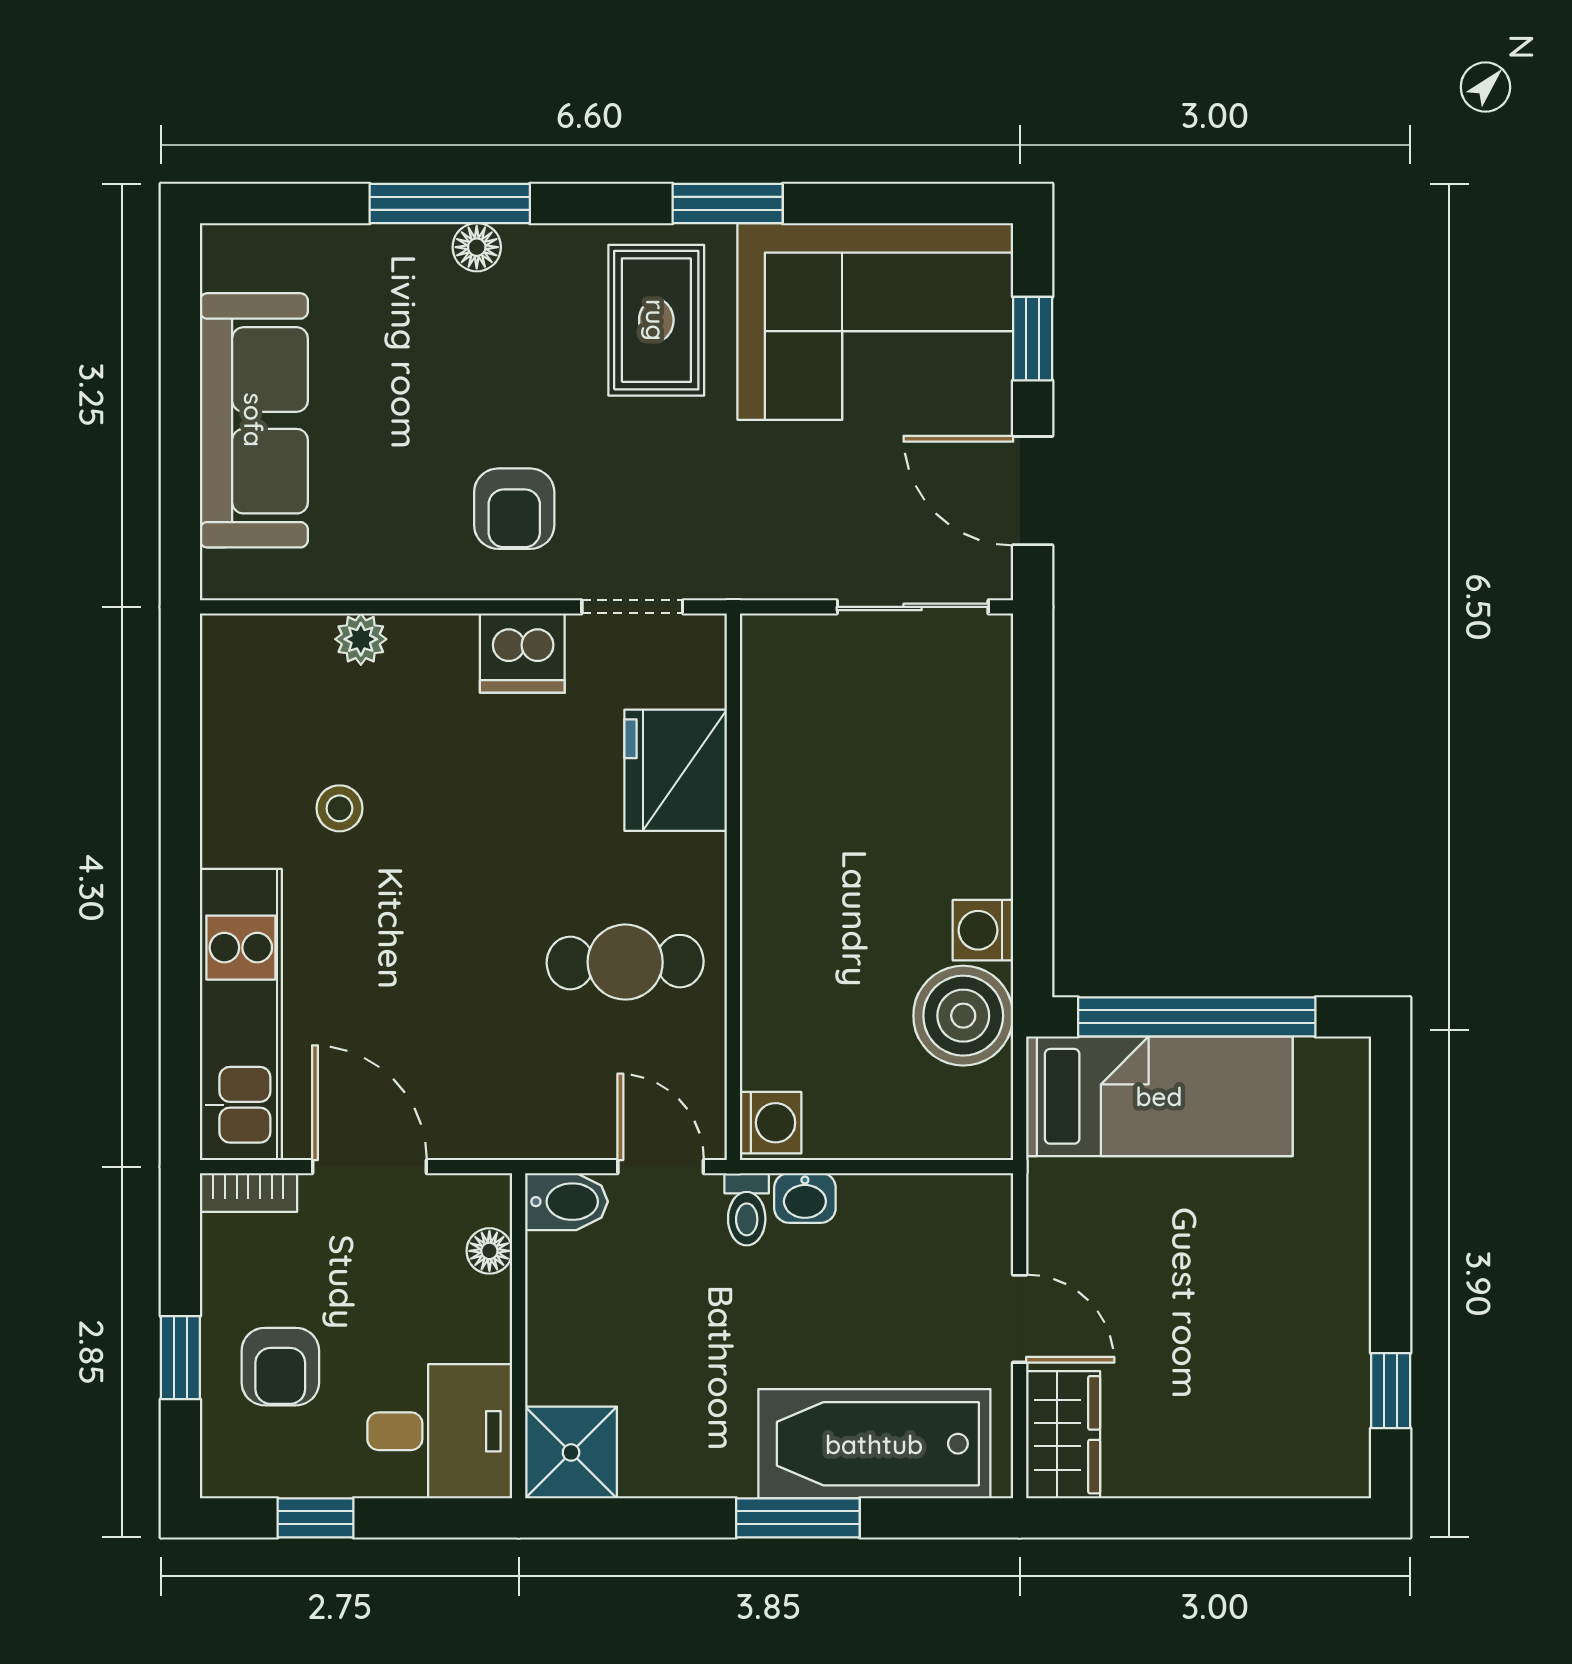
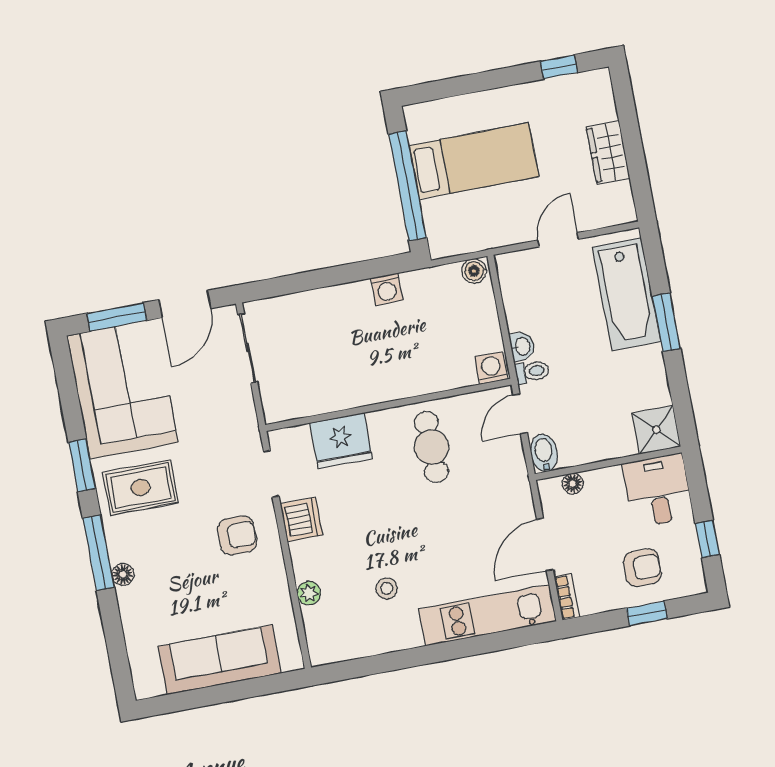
window: (450, 203) -> (99, 553), moved
window: (1033, 339) -> (117, 317), width x1.50
boiler: (963, 1016) -> (474, 271), moved, width x0.54, depth x0.54
bed: (1159, 1096) -> (474, 161), moved, turned 90
wardrobe: (1063, 1435) -> (608, 153), moved, turned -90

